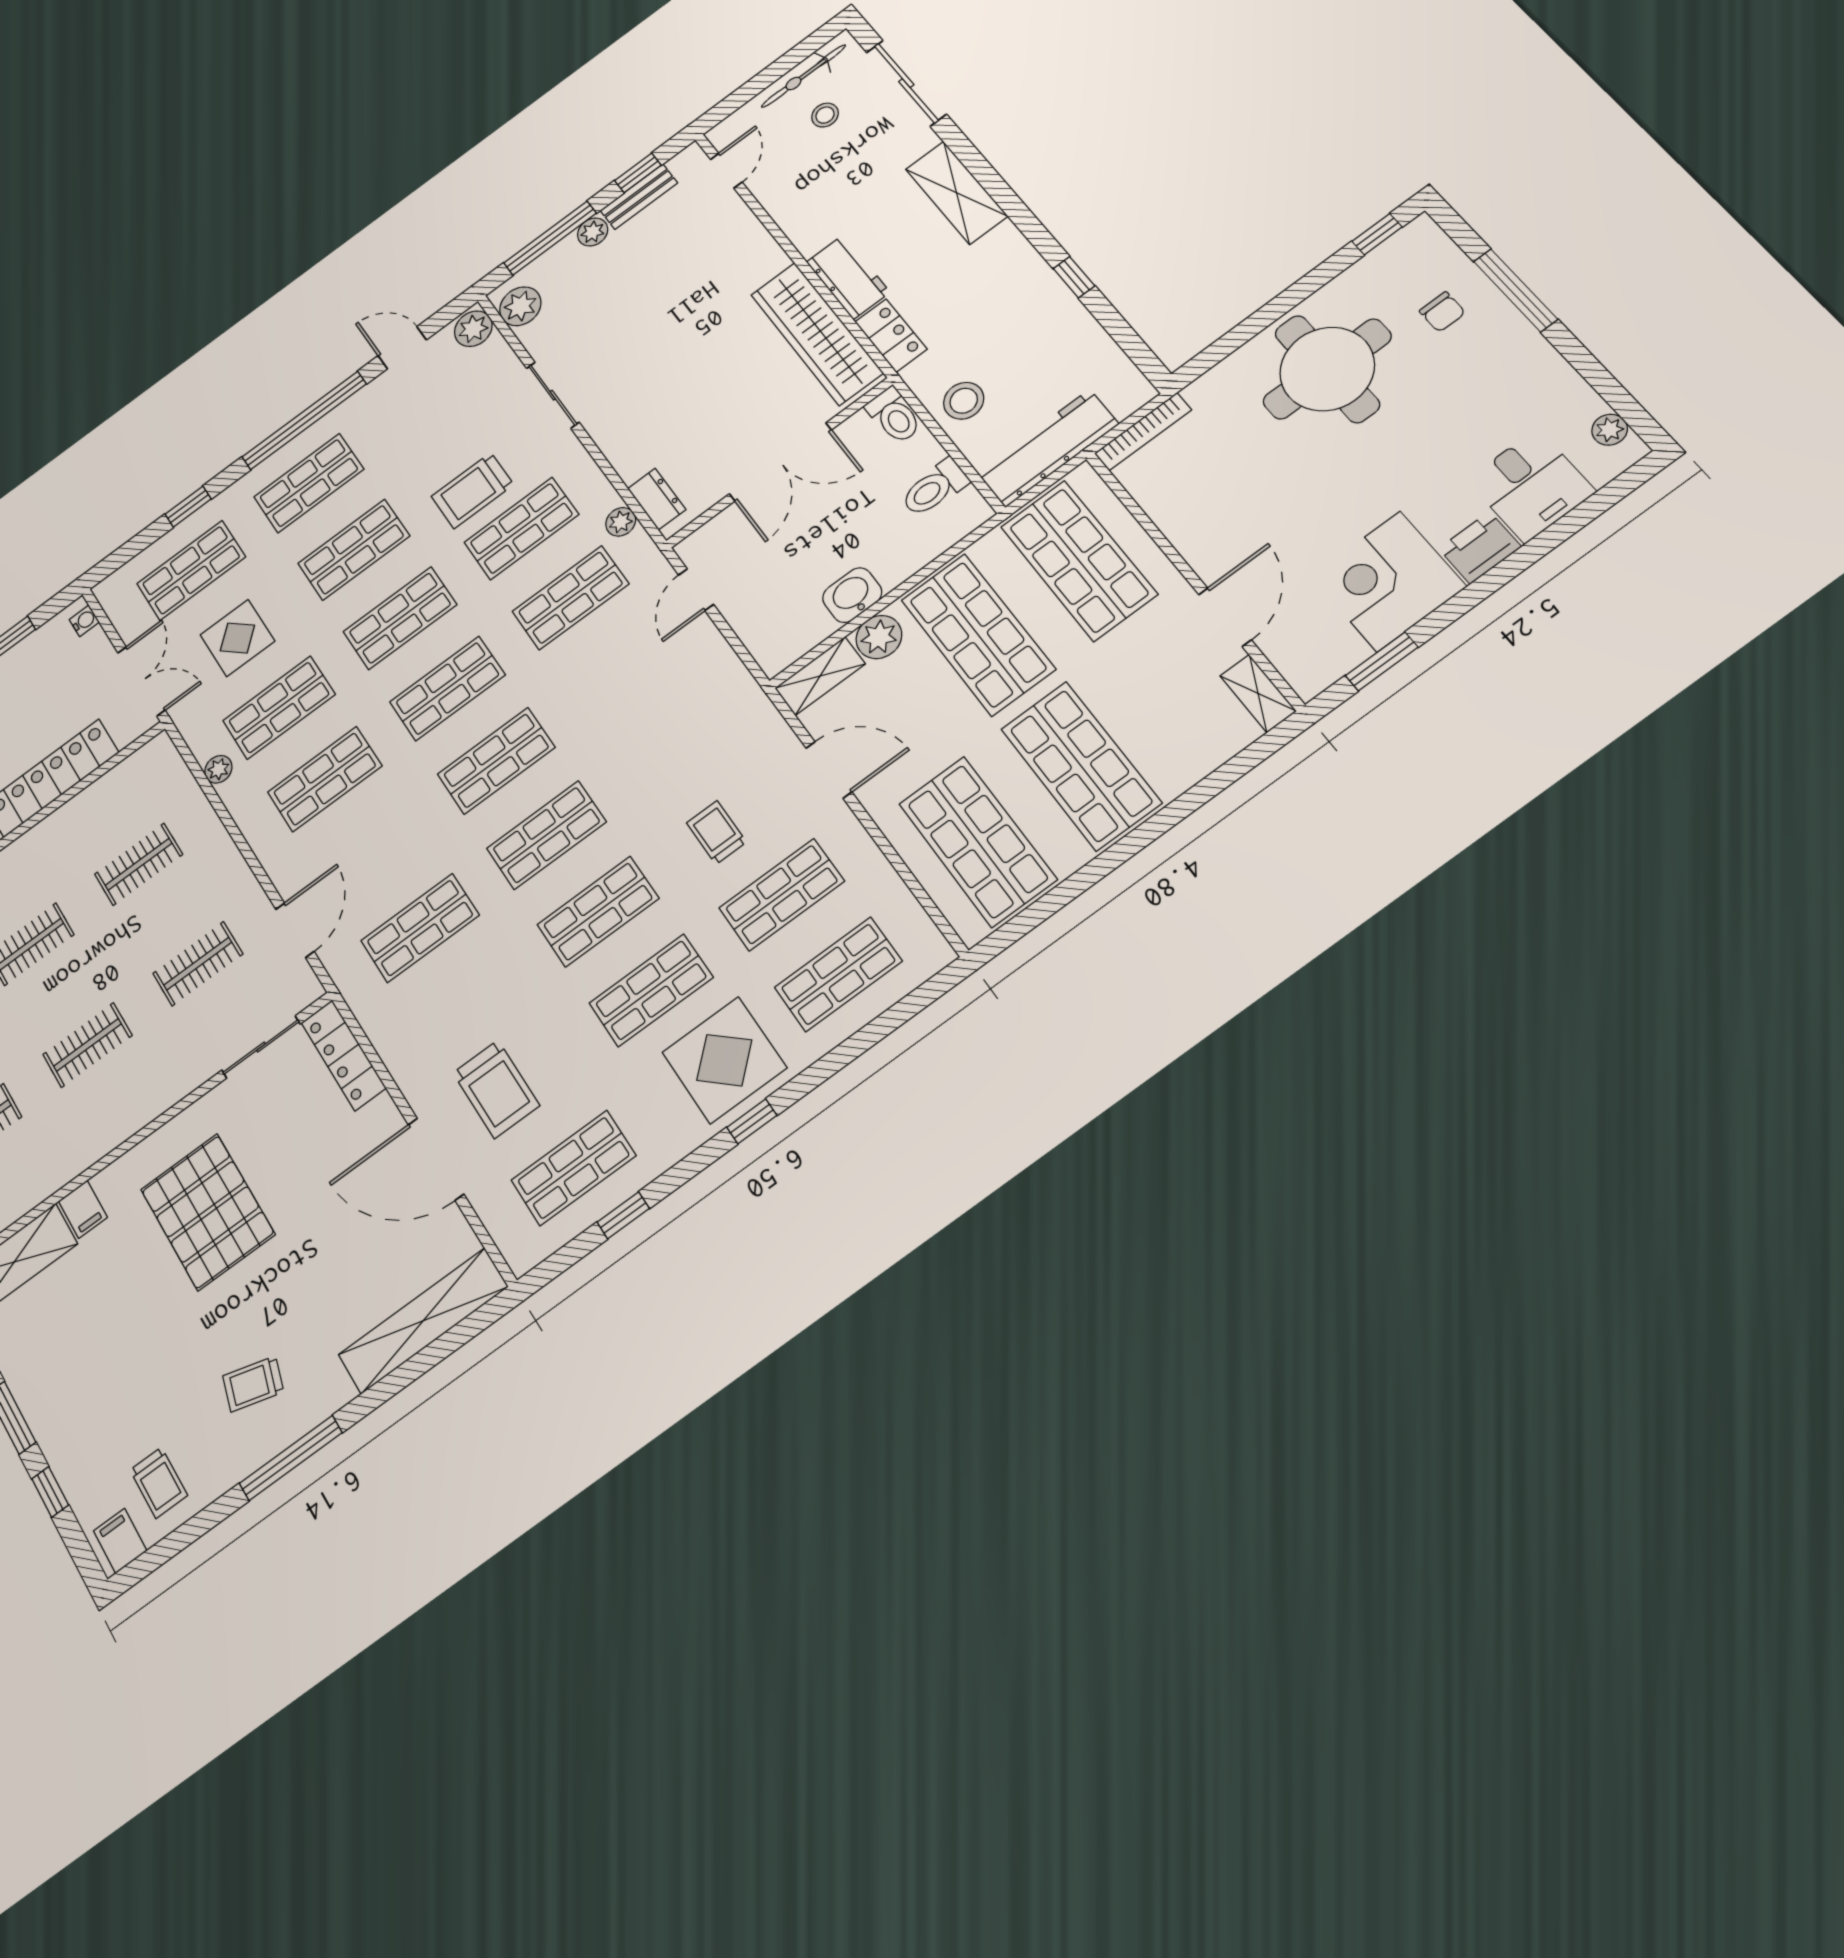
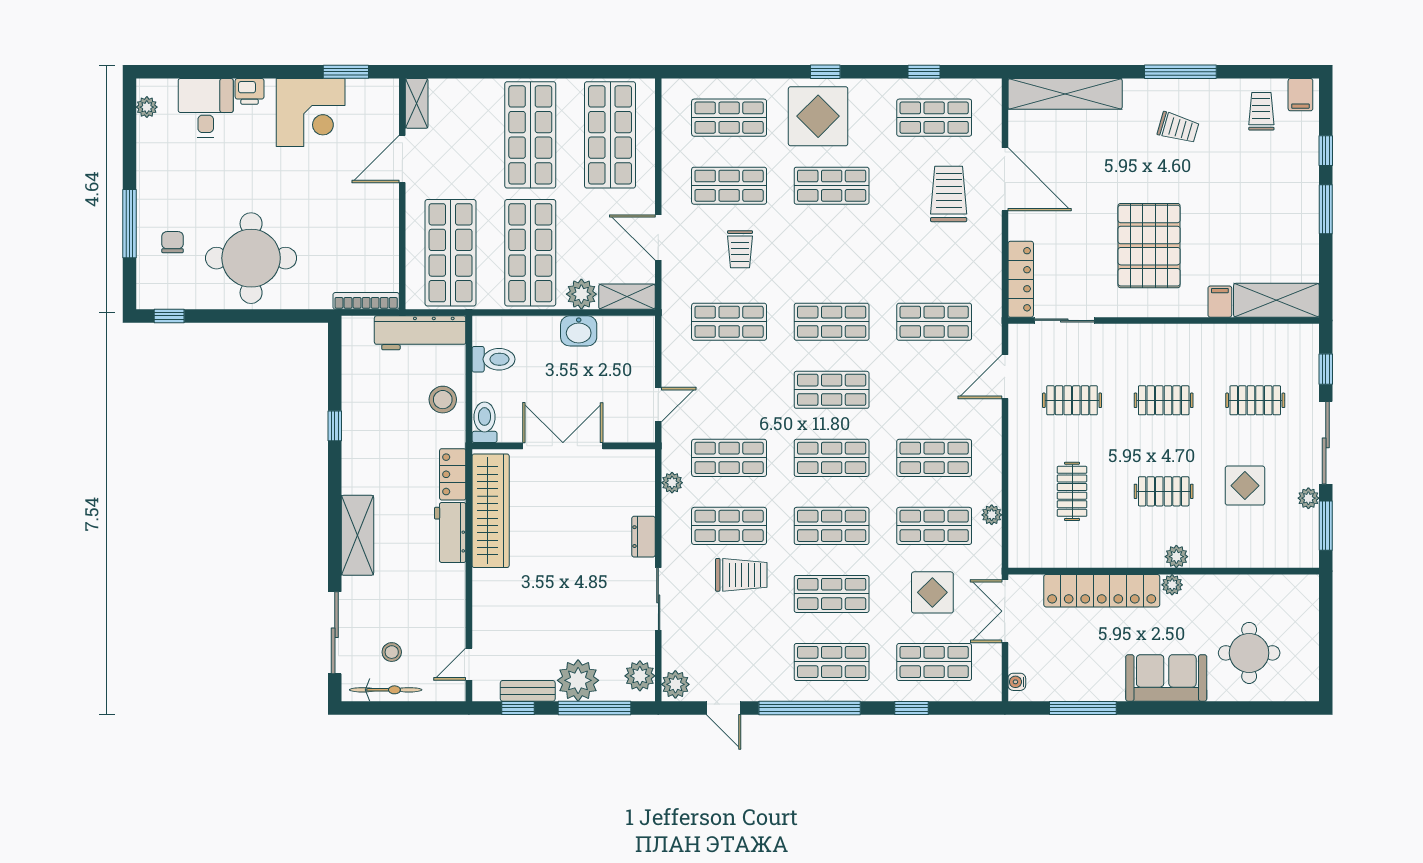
plant: (593, 232) -> (578, 680), width x1.88, depth x1.88
dresser: (657, 499) -> (644, 537), moved
printer: (1480, 548) -> (250, 91), width x0.73, depth x0.81
clothes rail: (139, 864) -> (1072, 491), turned 90
shop shelf: (598, 912) -> (729, 322), moved

